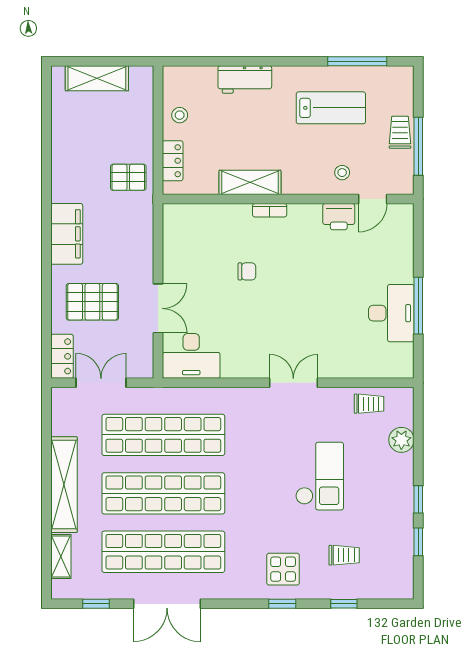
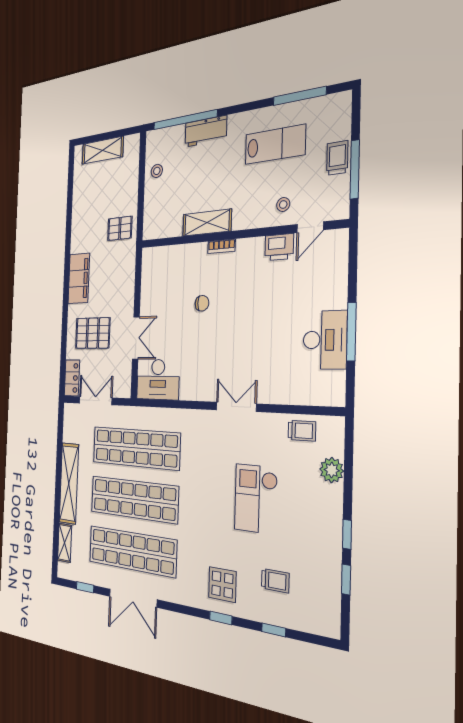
window: (216, 61) -> (185, 120), added
locker: (173, 161) -> (151, 211), removed
checkout: (320, 476) -> (256, 499), turned 180

